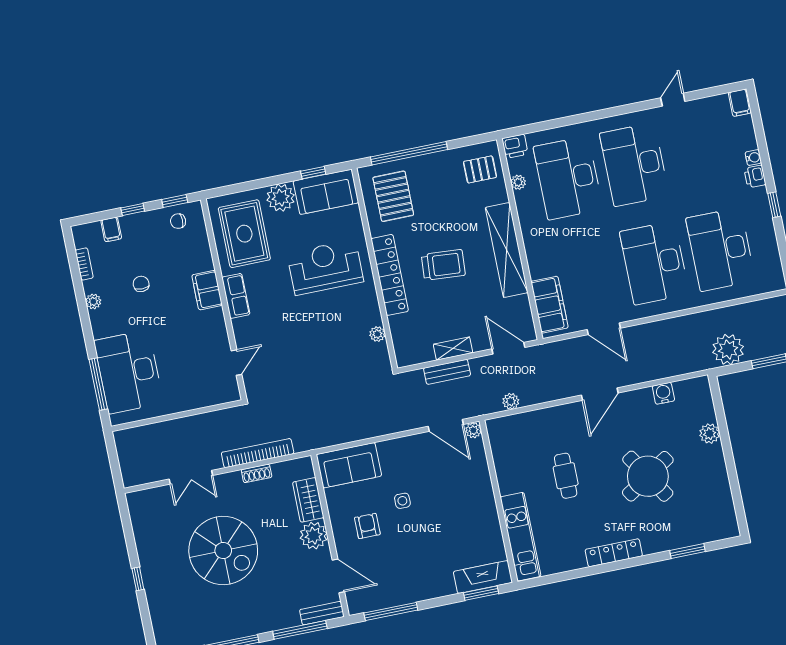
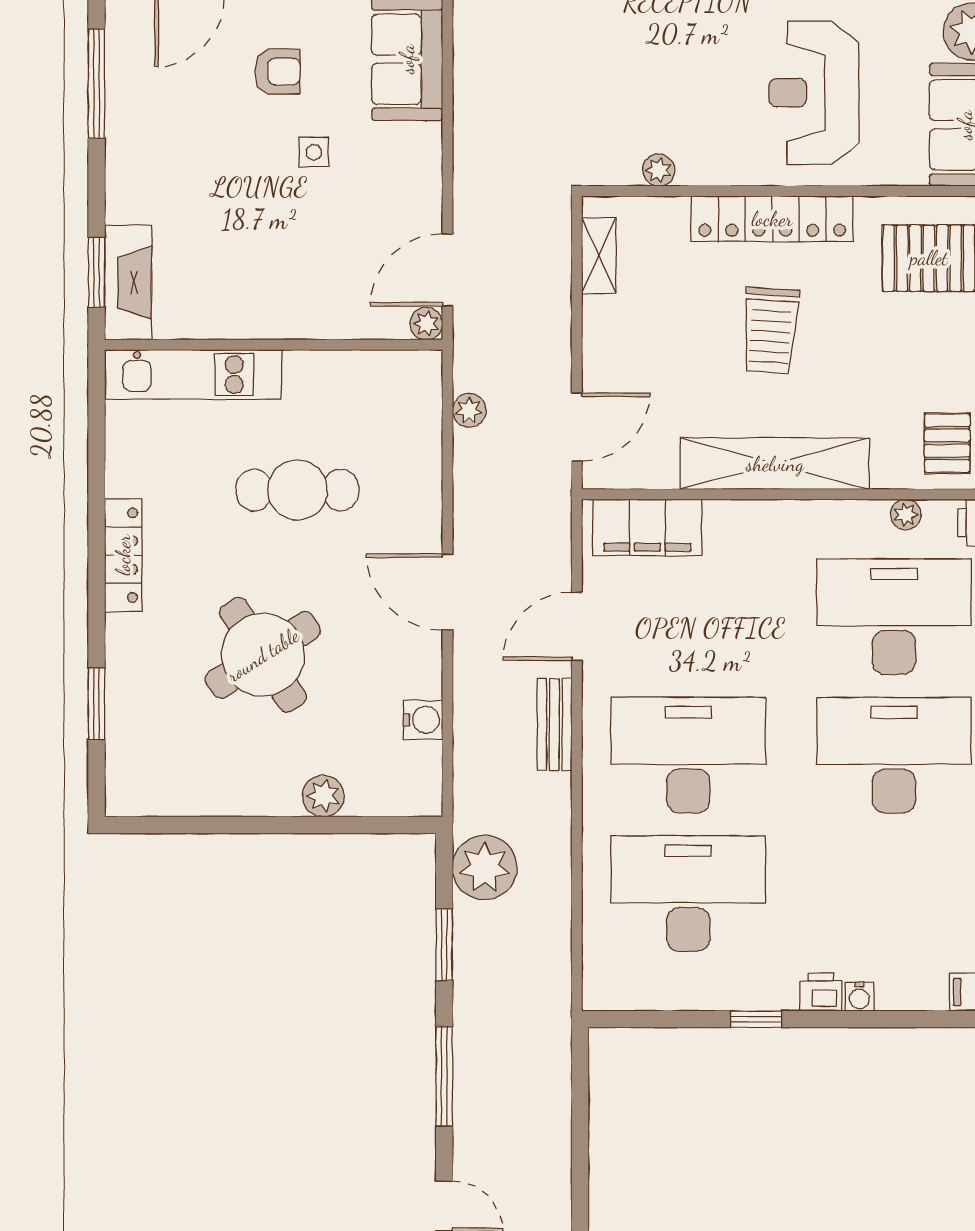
reception desk: (325, 267) -> (814, 93), turned 180
shelving: (453, 349) -> (599, 256), moved
bench: (447, 372) -> (554, 724), moved
cafe table: (566, 476) -> (297, 490), width x1.37, depth x1.35

